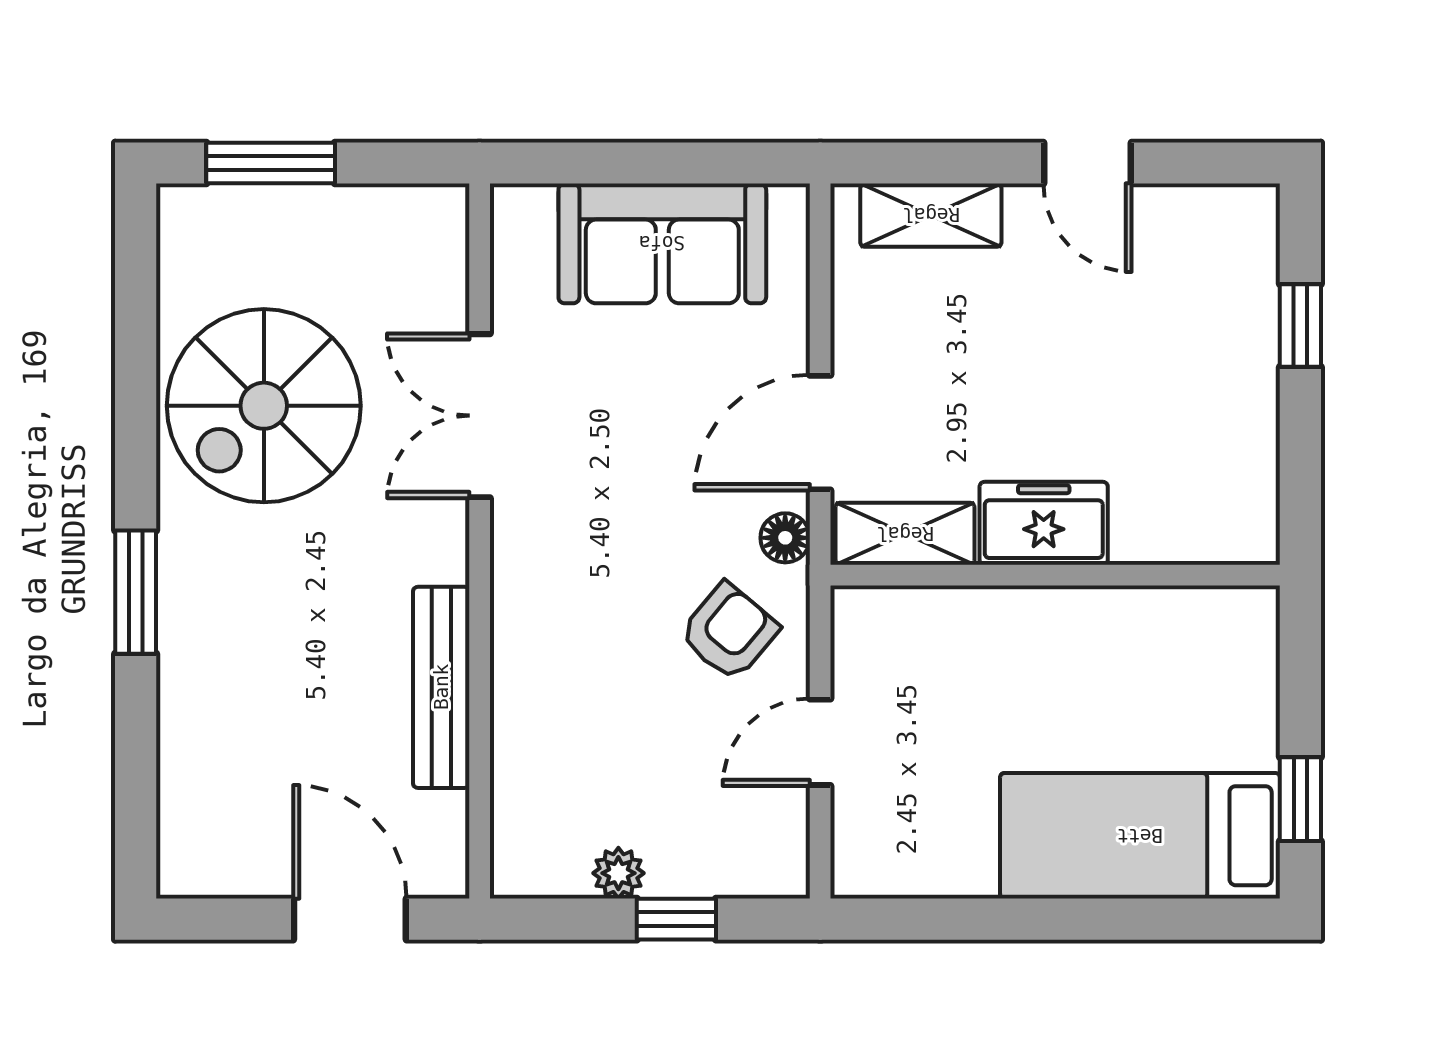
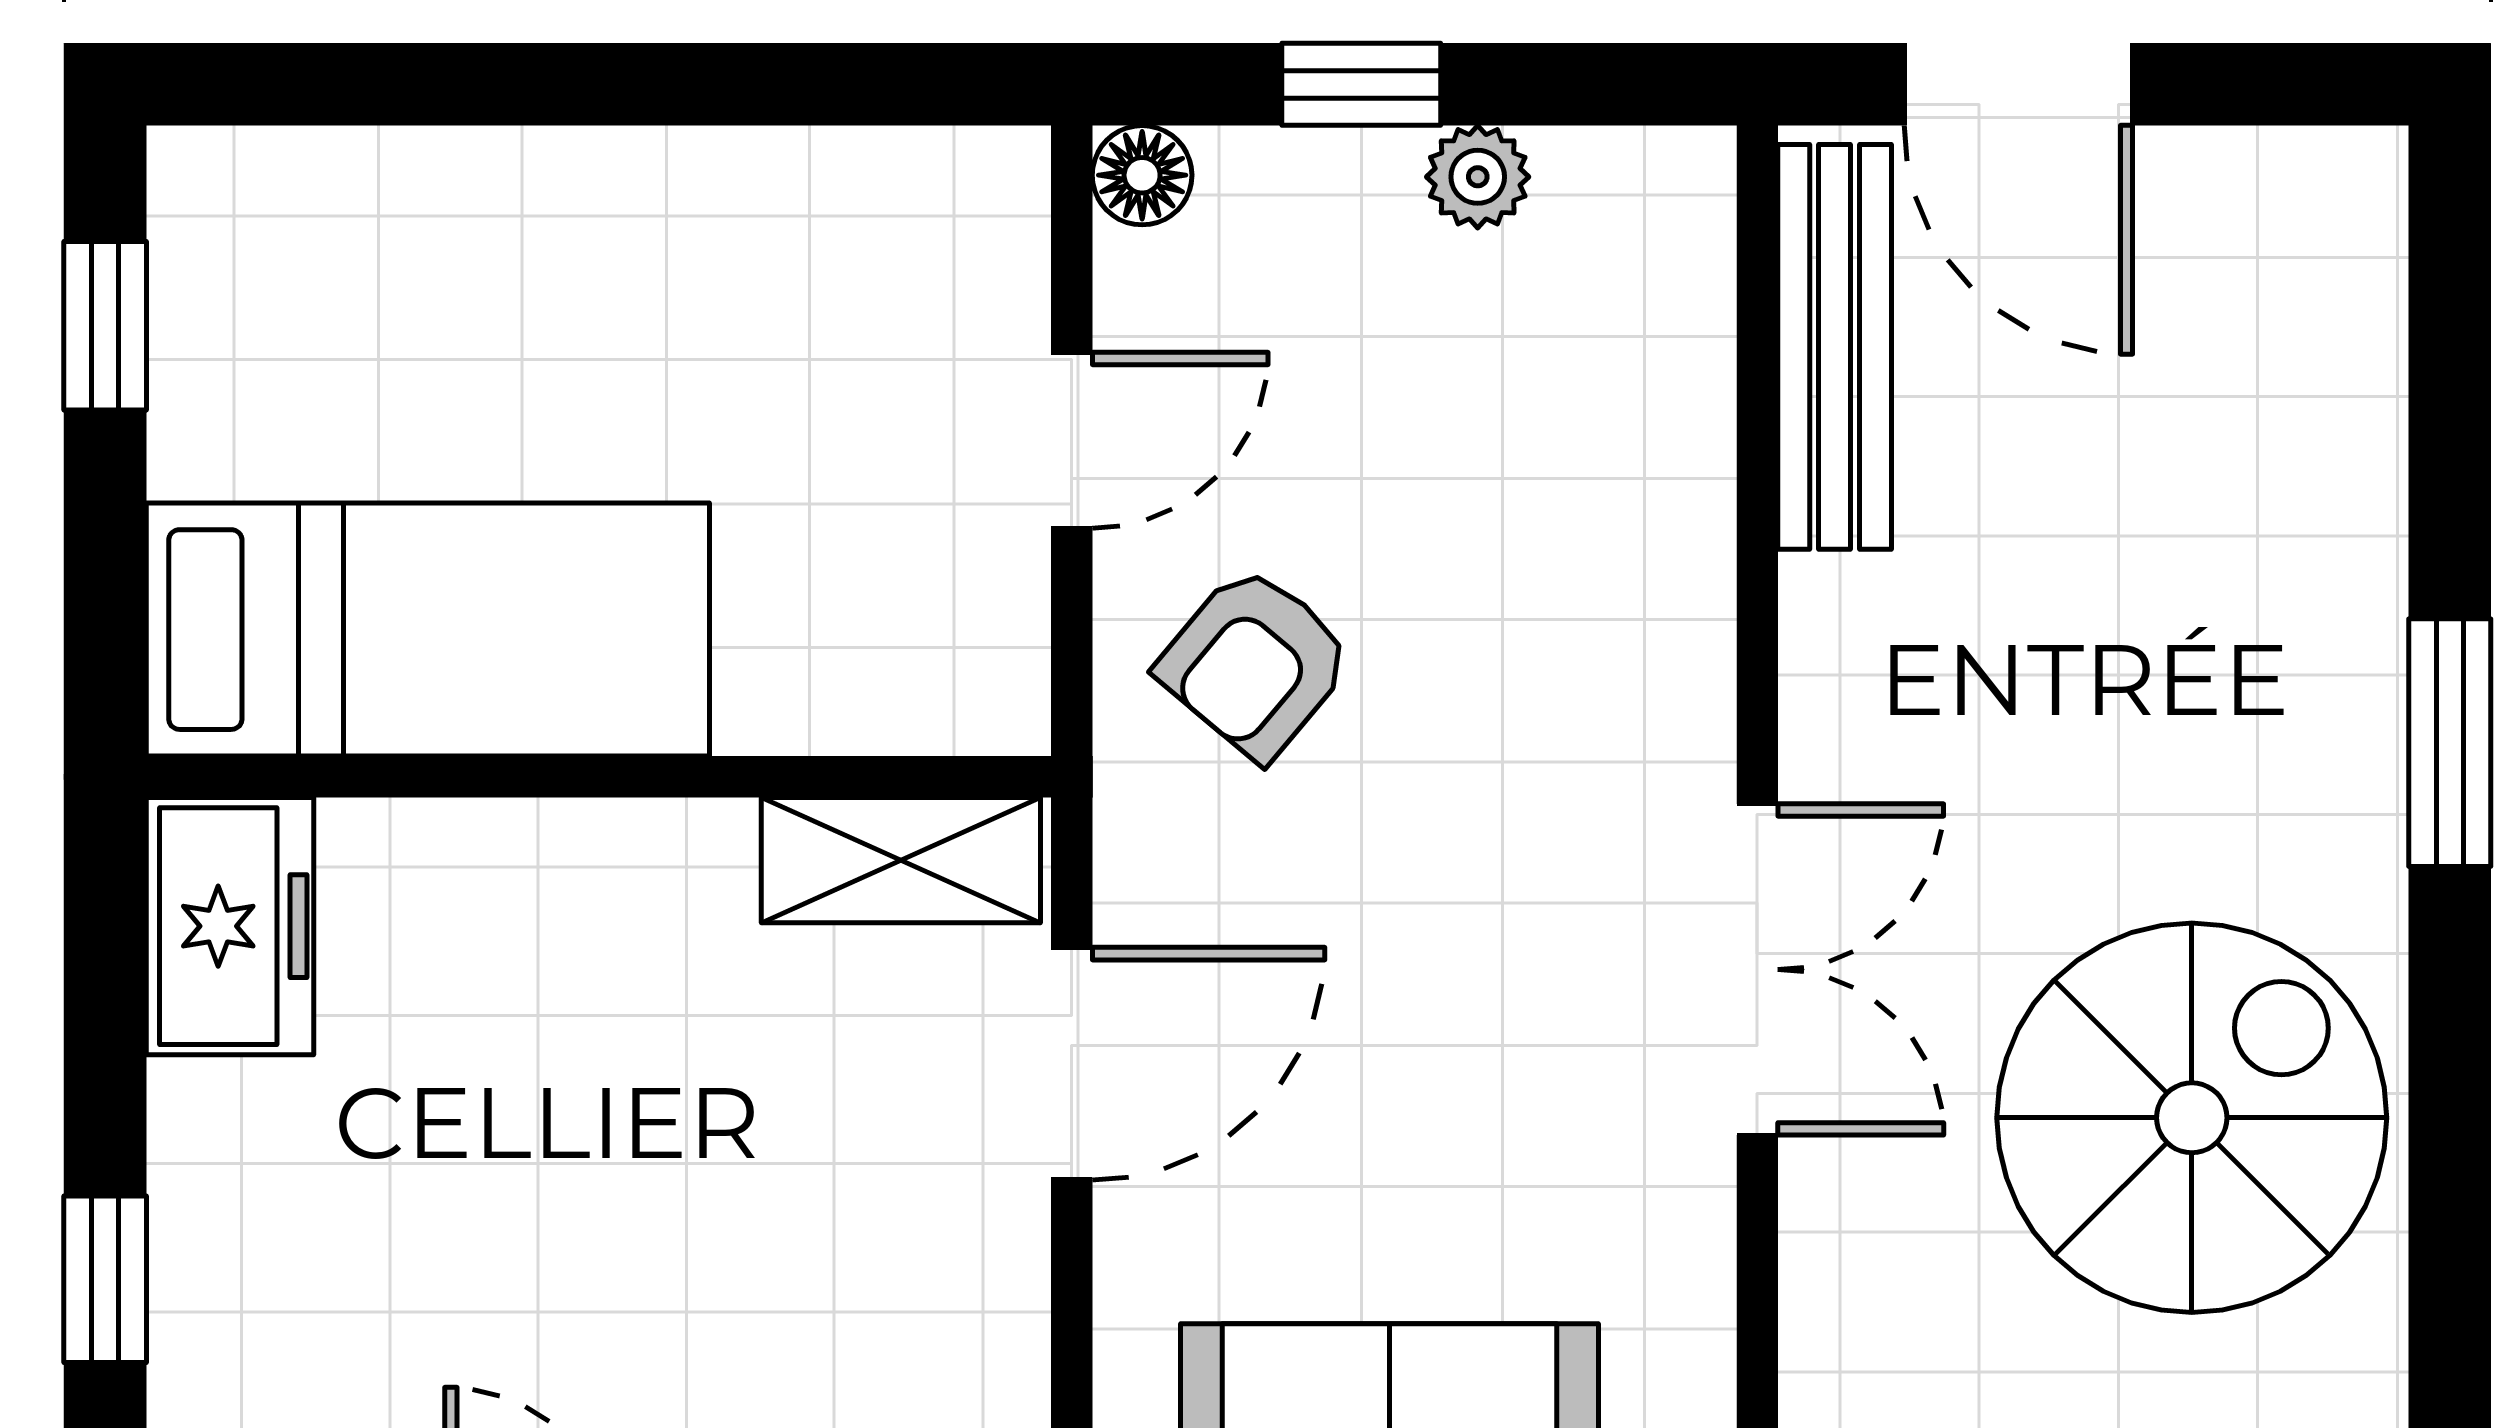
double door: (480, 416) -> (1757, 969), moved
freezer: (1044, 523) -> (230, 926), moved, turned -90
floor lamp: (785, 538) -> (1142, 175), moved
bench: (441, 687) -> (1835, 347), moved
bed: (1140, 836) -> (428, 630), moved

